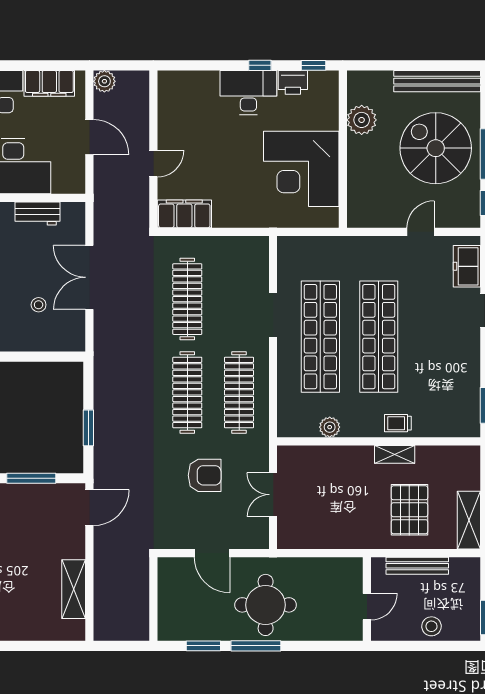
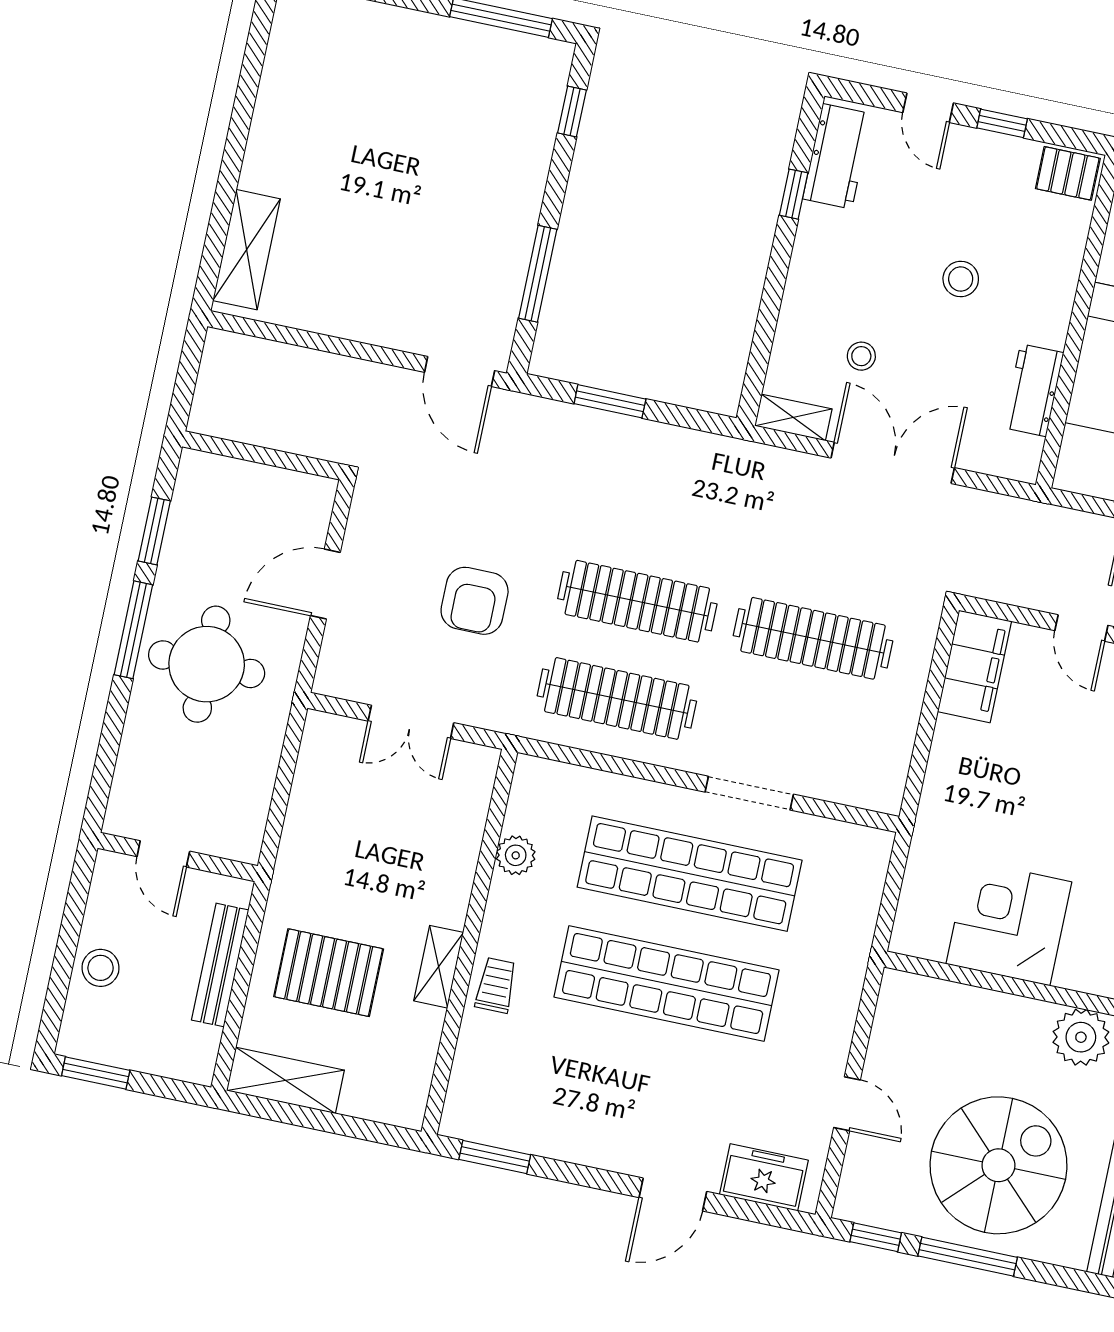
corner desk: (301, 169) -> (1009, 923), width x0.74, depth x0.74
shelving: (77, 333) -> (793, 417), added
double door: (273, 495) -> (411, 722), swing flipped
shelving: (74, 589) -> (247, 250), moved, turned 90

